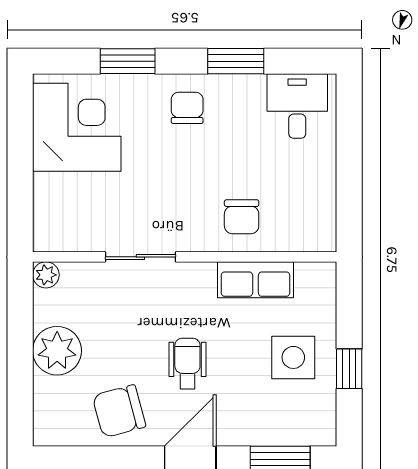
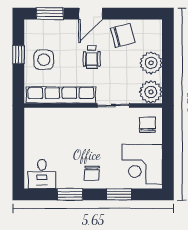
chair: (242, 217) -> (148, 125), moved
plant: (46, 275) -> (151, 92), width x1.87, depth x1.87
row of seats: (255, 280) -> (61, 95), width x2.02

